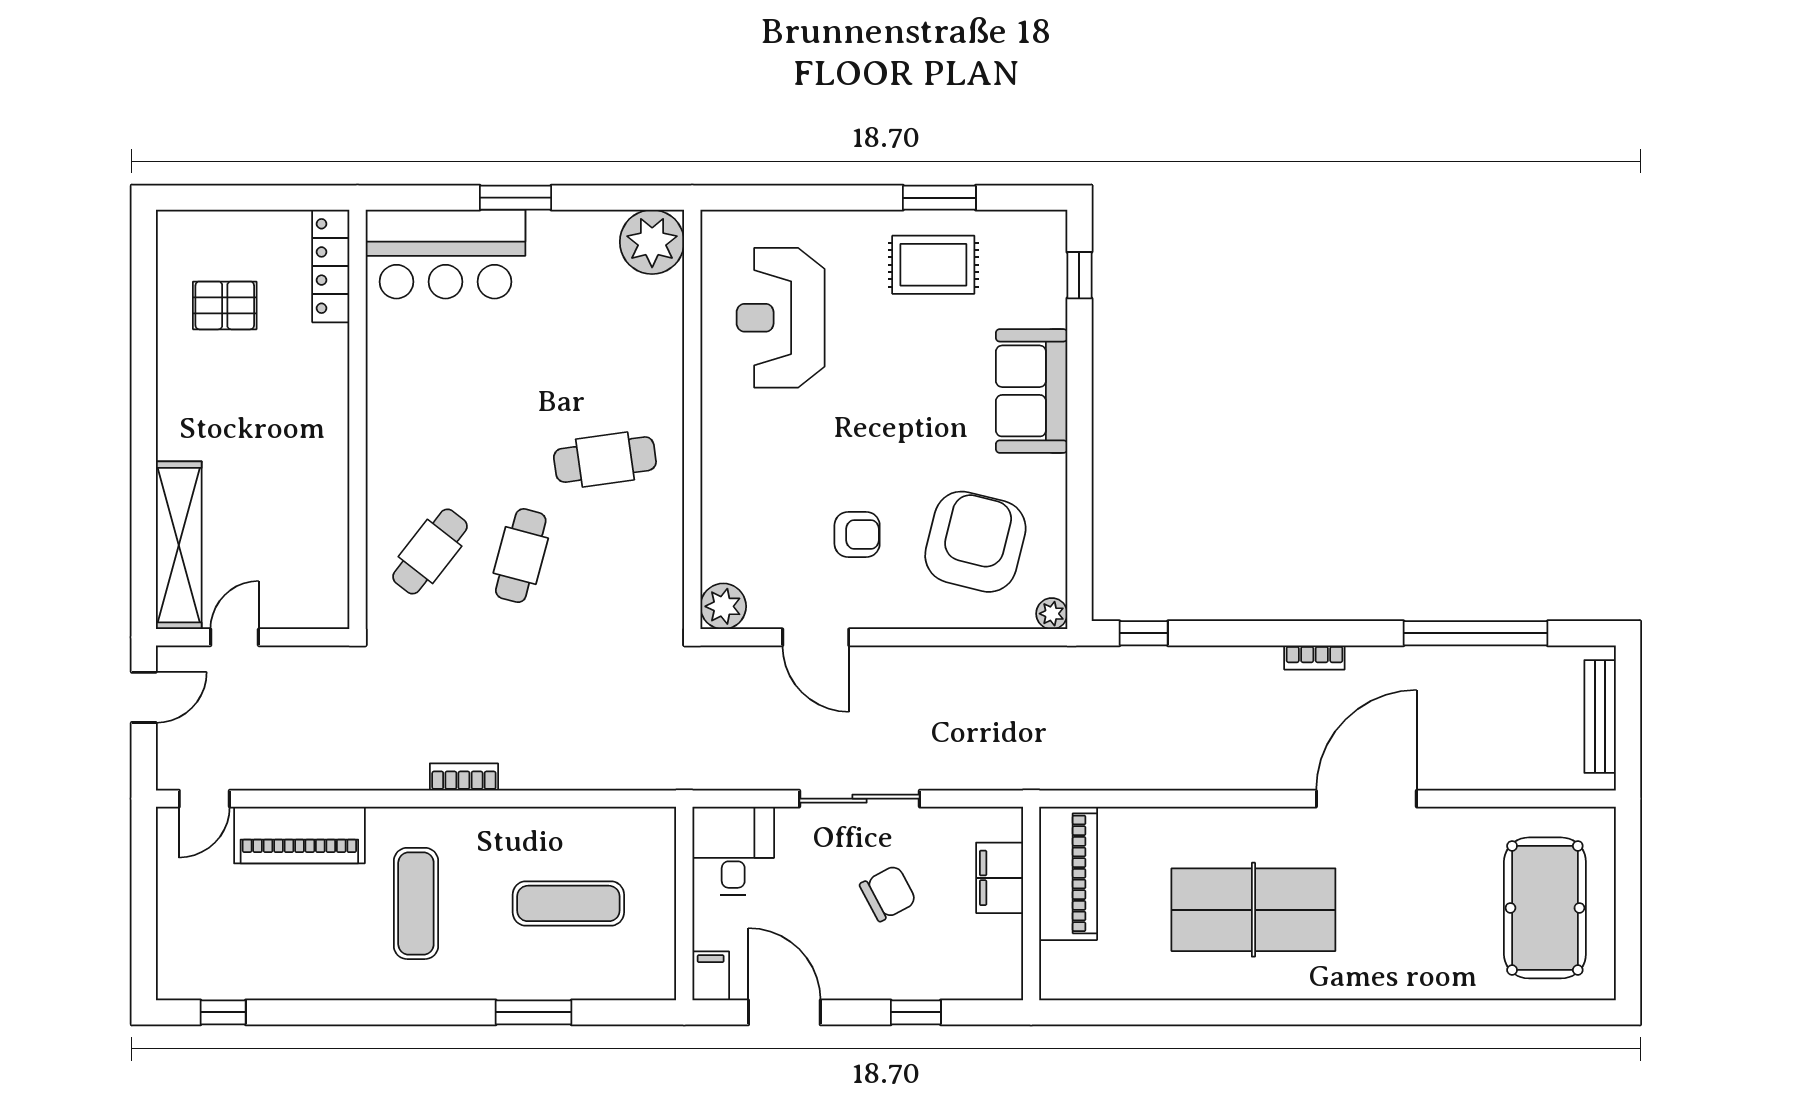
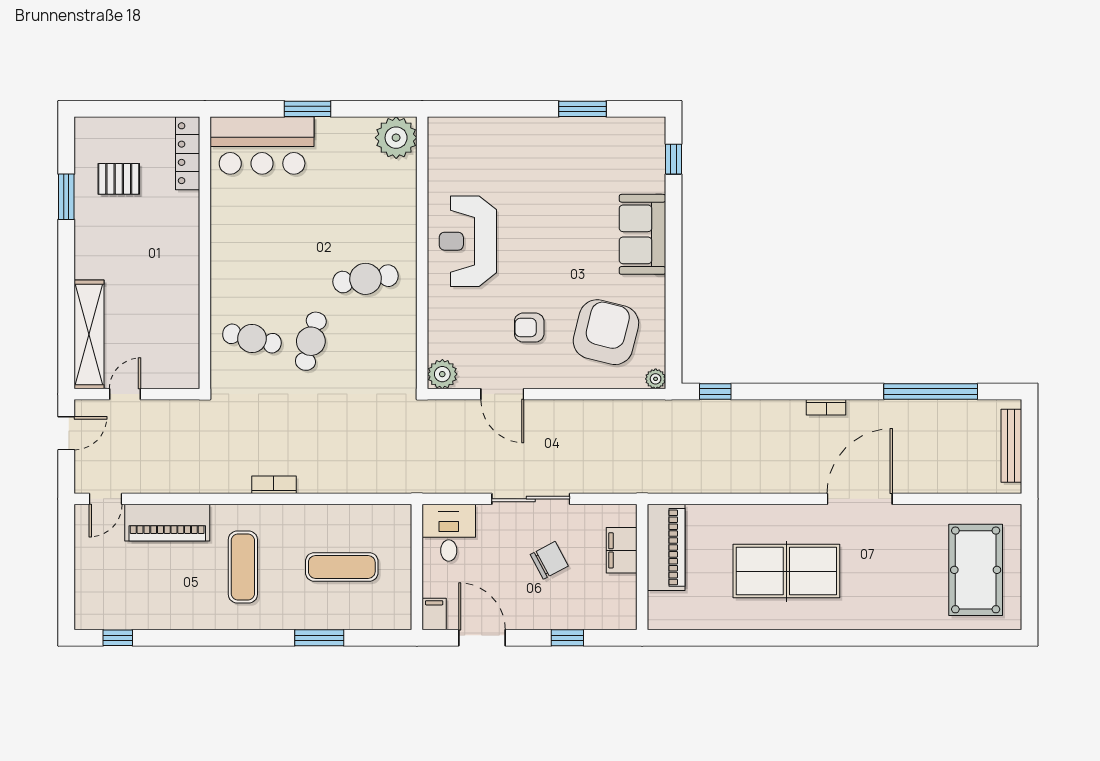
rug: (933, 265) -> (579, 152), removed
reception desk: (781, 318) -> (468, 241), moved
window: (144, 333) -> (66, 197), added
armchair: (857, 535) -> (529, 328), turned 180
cafe table: (430, 551) -> (252, 339), turned 65

